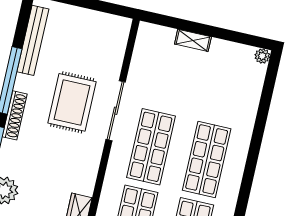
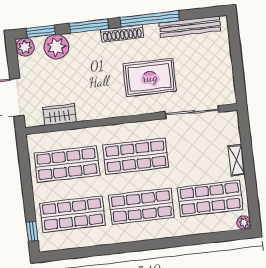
shop shelf: (224, 83) -> (210, 198), added
sliding door: (116, 111) -> (192, 112), moved

